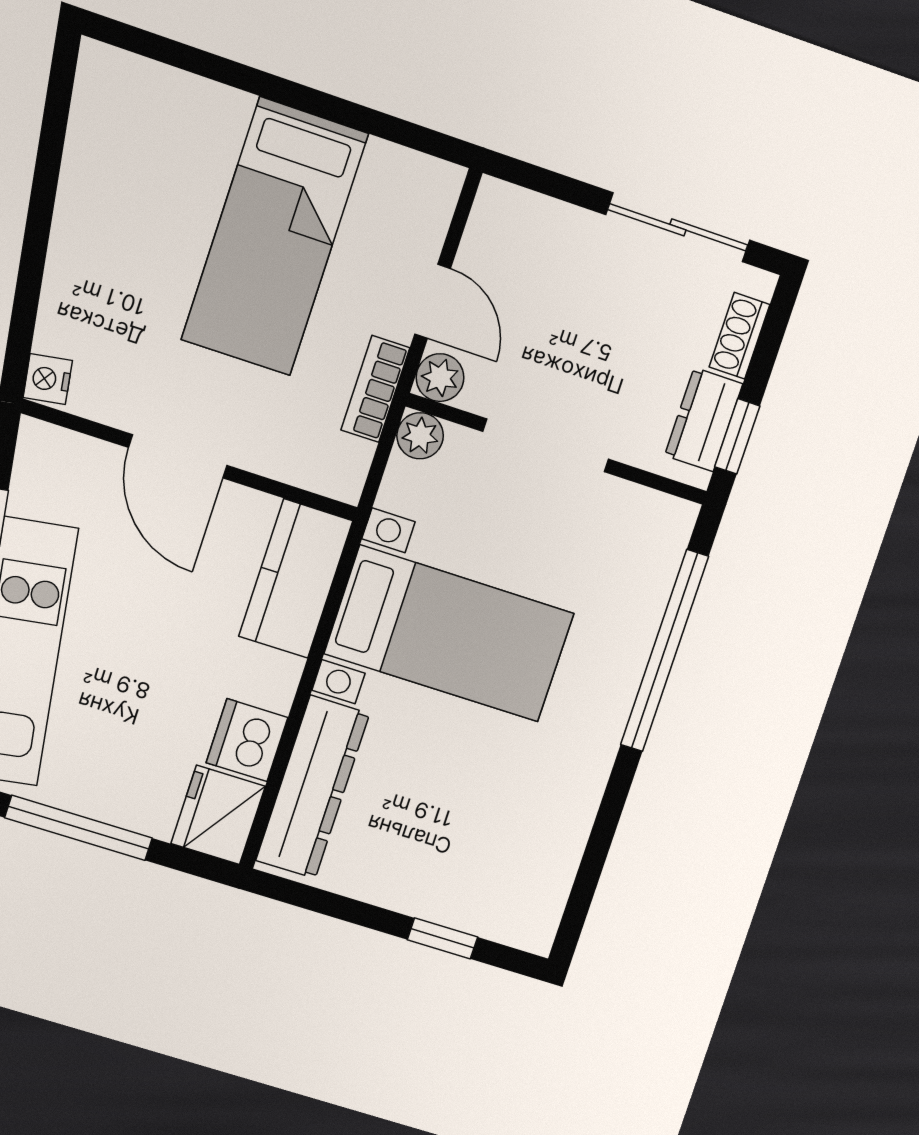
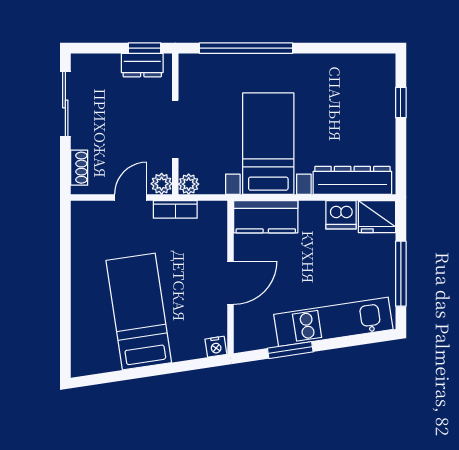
bed: (275, 237) -> (139, 311), moved, turned -99
shoe rack: (740, 336) -> (79, 168), moved, turned -90

